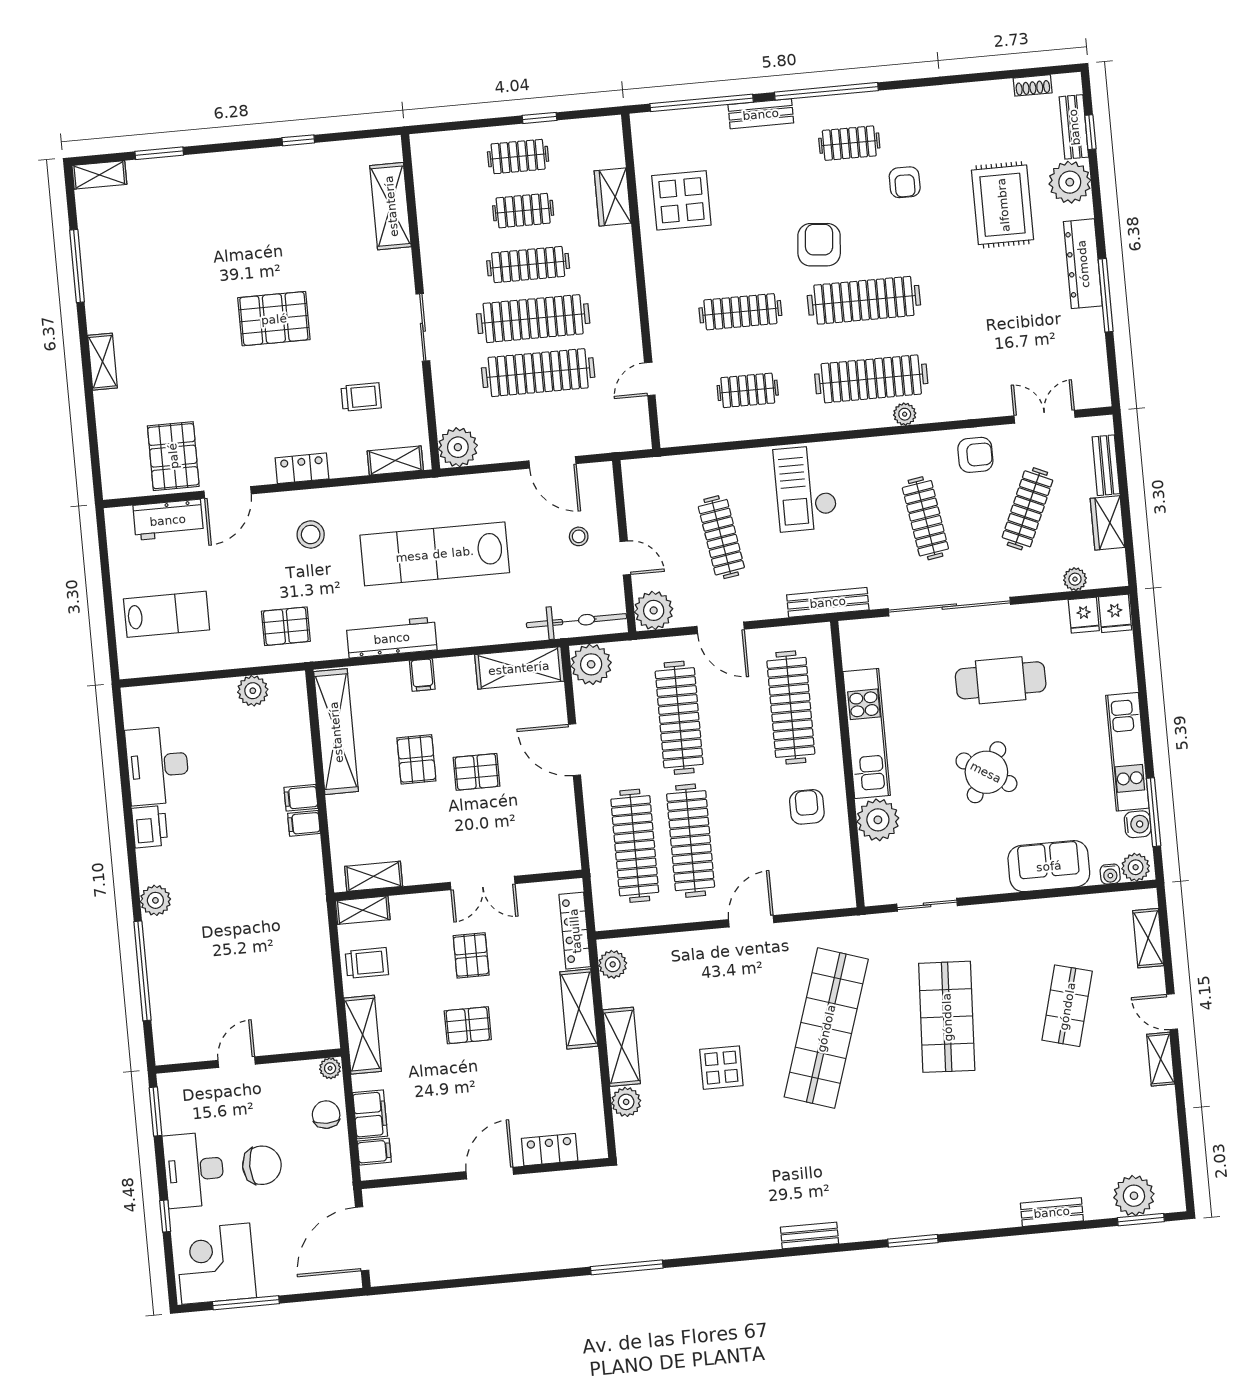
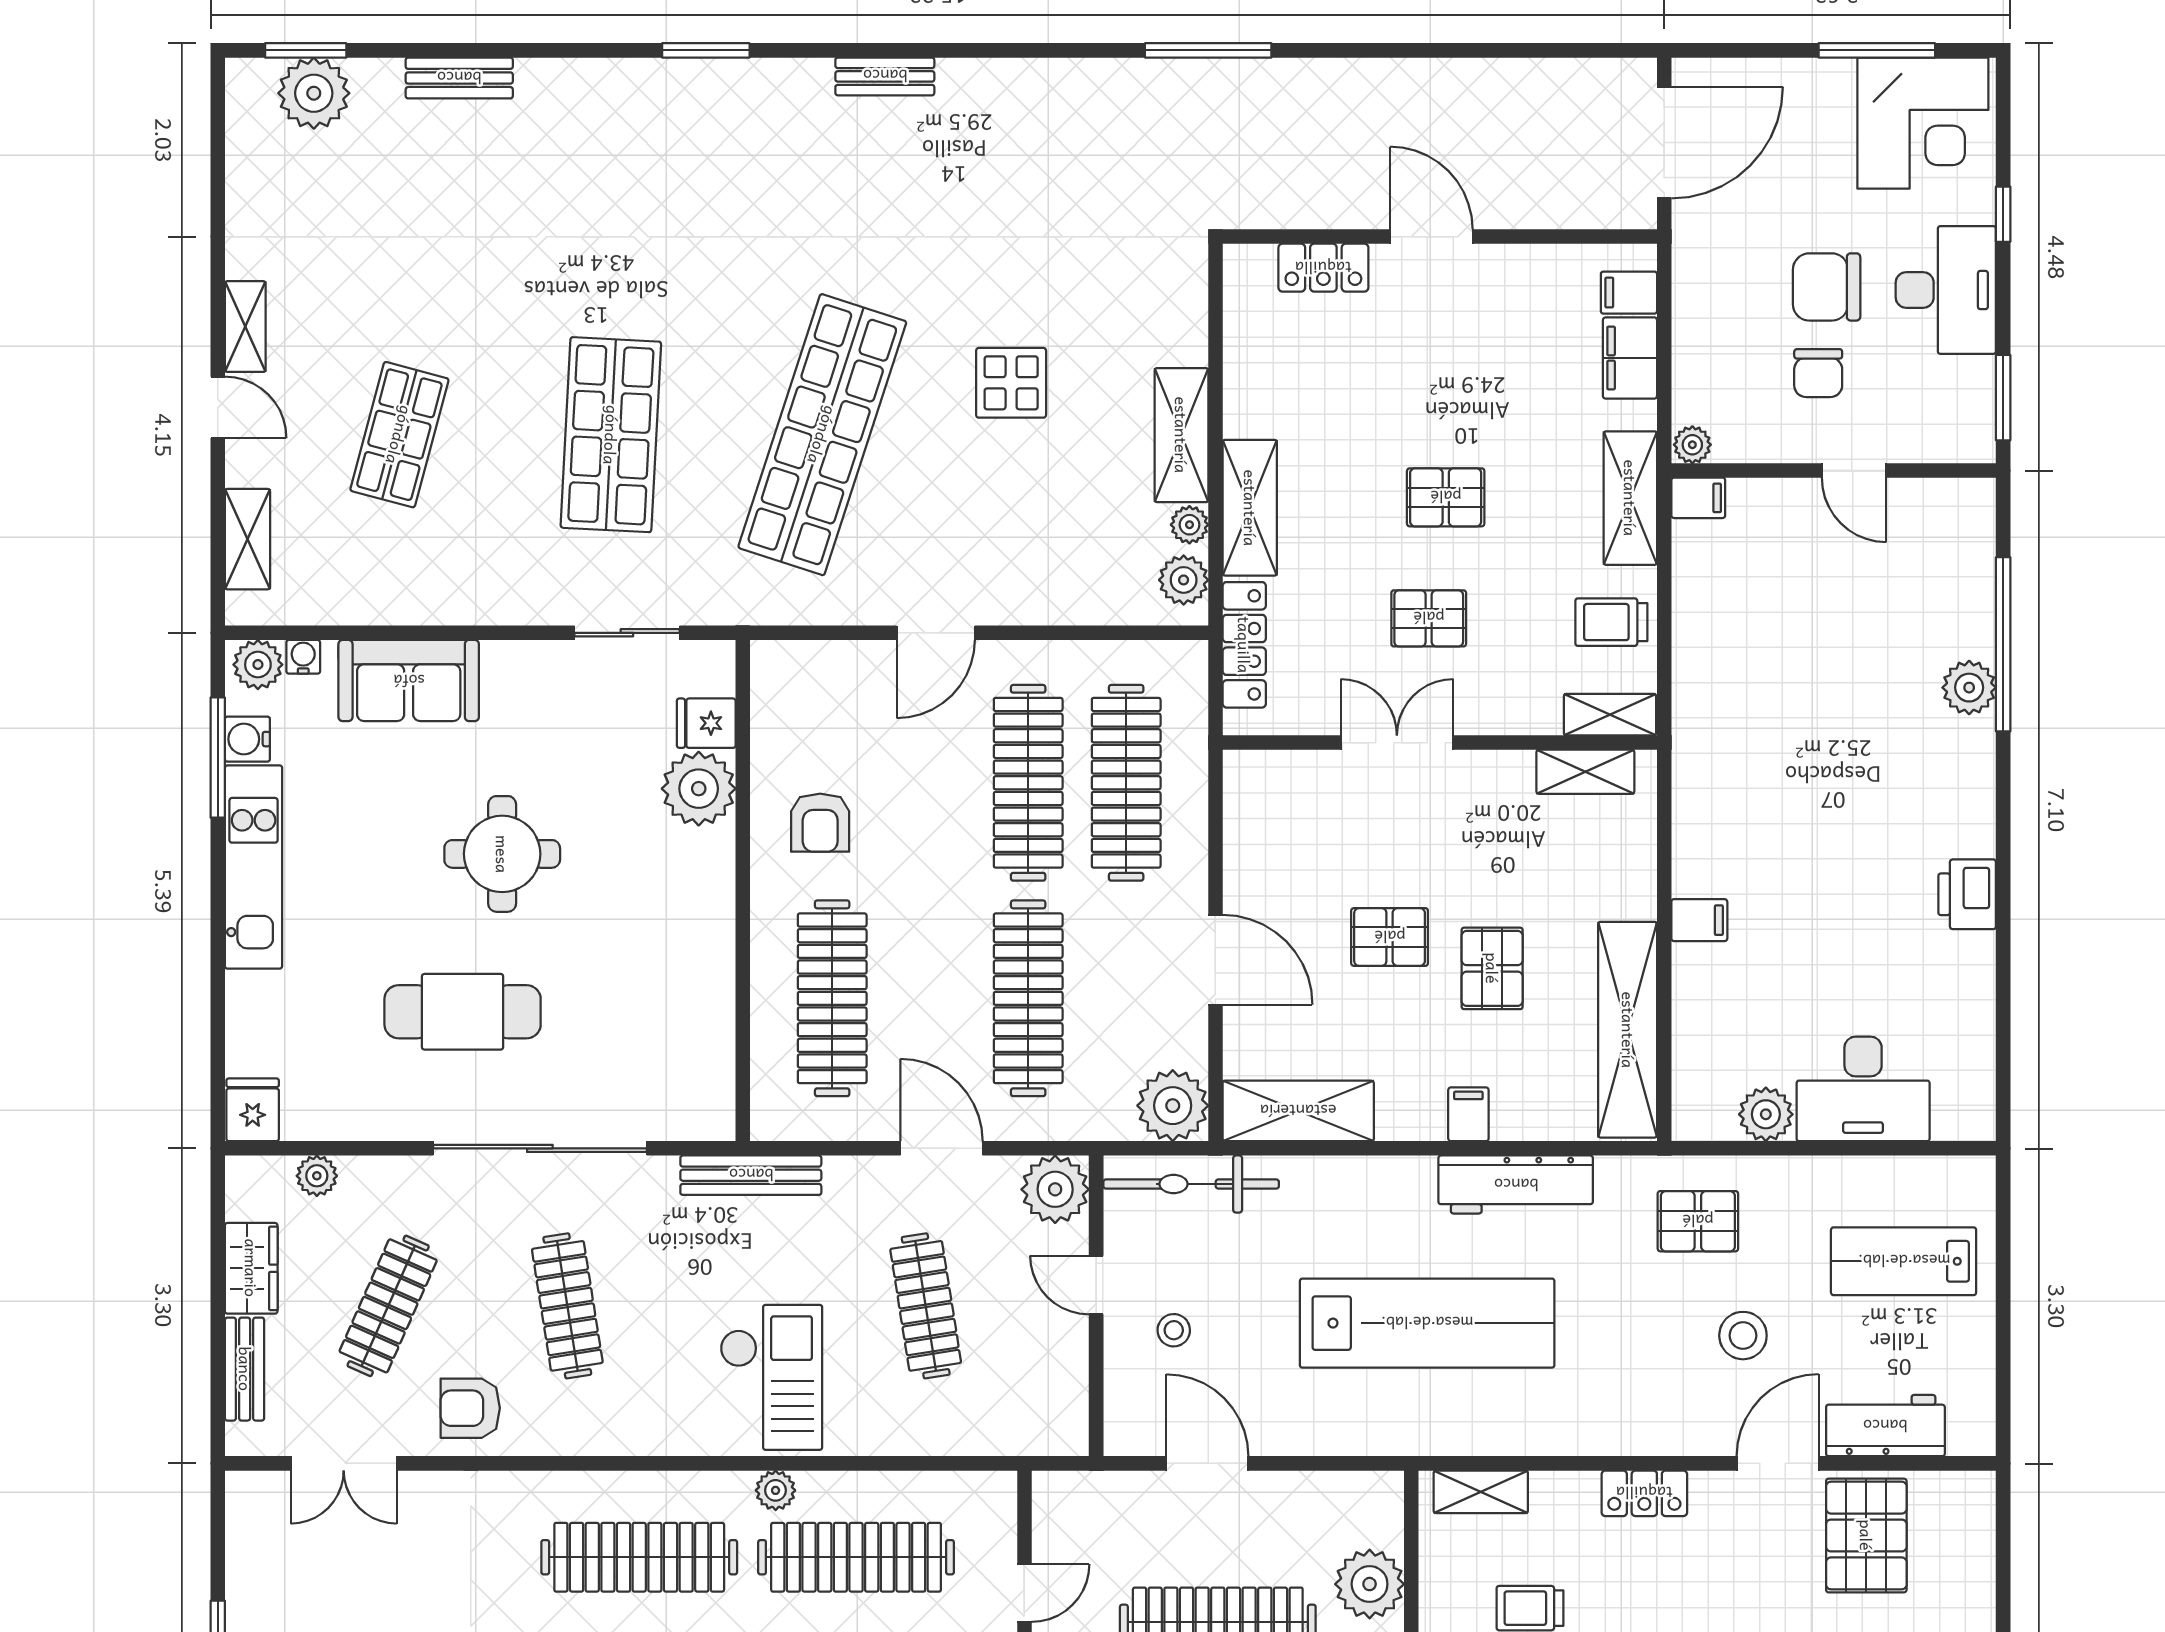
clothes rail: (748, 390) -> (856, 1557), width x1.86, depth x1.31
plant: (905, 414) -> (776, 1490), moved
plant: (458, 447) -> (1370, 1584), moved
stool: (311, 534) -> (1743, 1336), moved
fridge: (1084, 615) -> (706, 723), moved, turned -90
kitchen unit: (867, 733) -> (704, 941), removed
desk: (158, 766) -> (1863, 1089), moved, turned 90
round table: (986, 772) -> (502, 854), turned -32
filing cabinet: (304, 823) -> (1698, 498), moved
plant: (155, 900) -> (1969, 688), moved
pallet: (471, 955) -> (1429, 618), turned 90
door: (237, 1062) -> (1854, 470), hinge flipped
plant: (626, 1102) -> (1189, 525), moved, width x0.73, depth x0.73
chair: (326, 1115) -> (1818, 373), moved
door: (490, 1173) -> (1431, 237), swing flipped

